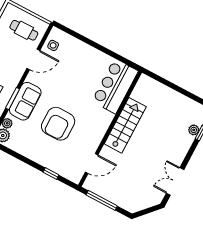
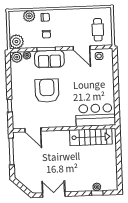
armchair: (58, 124) -> (47, 91), turned 90
stairs: (125, 125) -> (91, 137), moved

